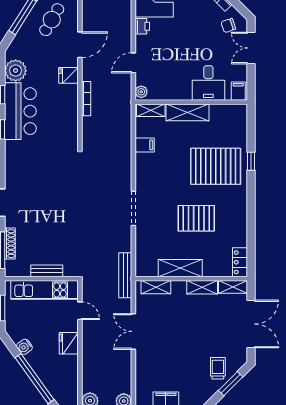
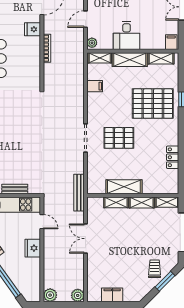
desk: (208, 83) -> (127, 36), moved
shelving: (226, 111) -> (161, 58), added
pallet: (196, 218) -> (119, 138), moved
locker: (240, 262) -> (173, 157), moved
shelving: (156, 287) -> (116, 202), moved

